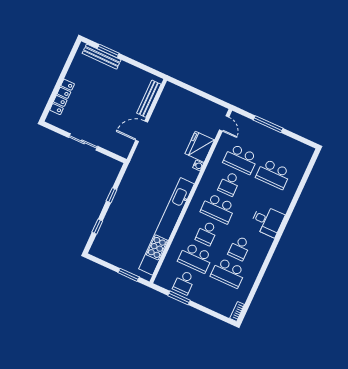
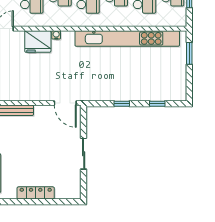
locker: (62, 97) -> (36, 193), moved
door: (142, 131) -> (65, 103), moved

